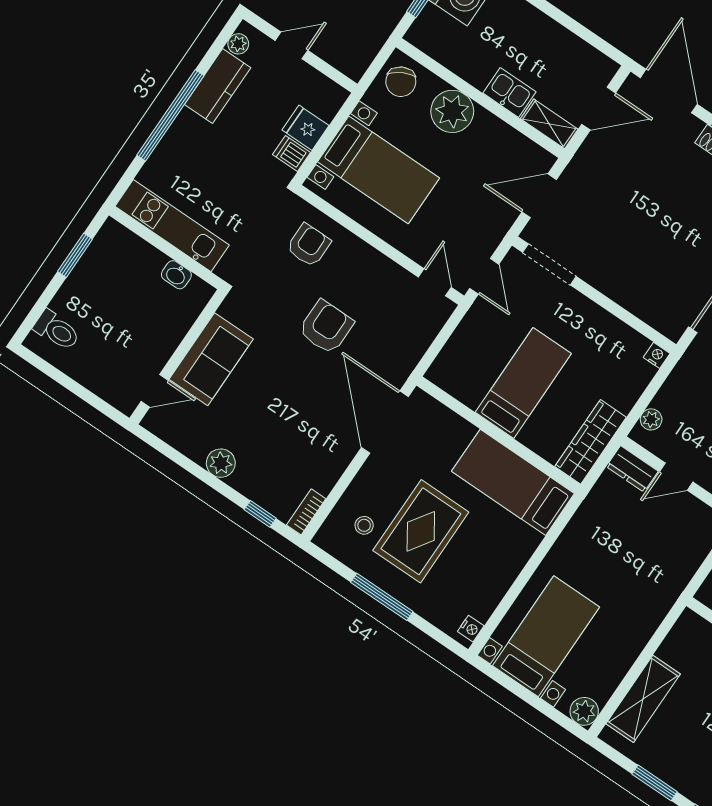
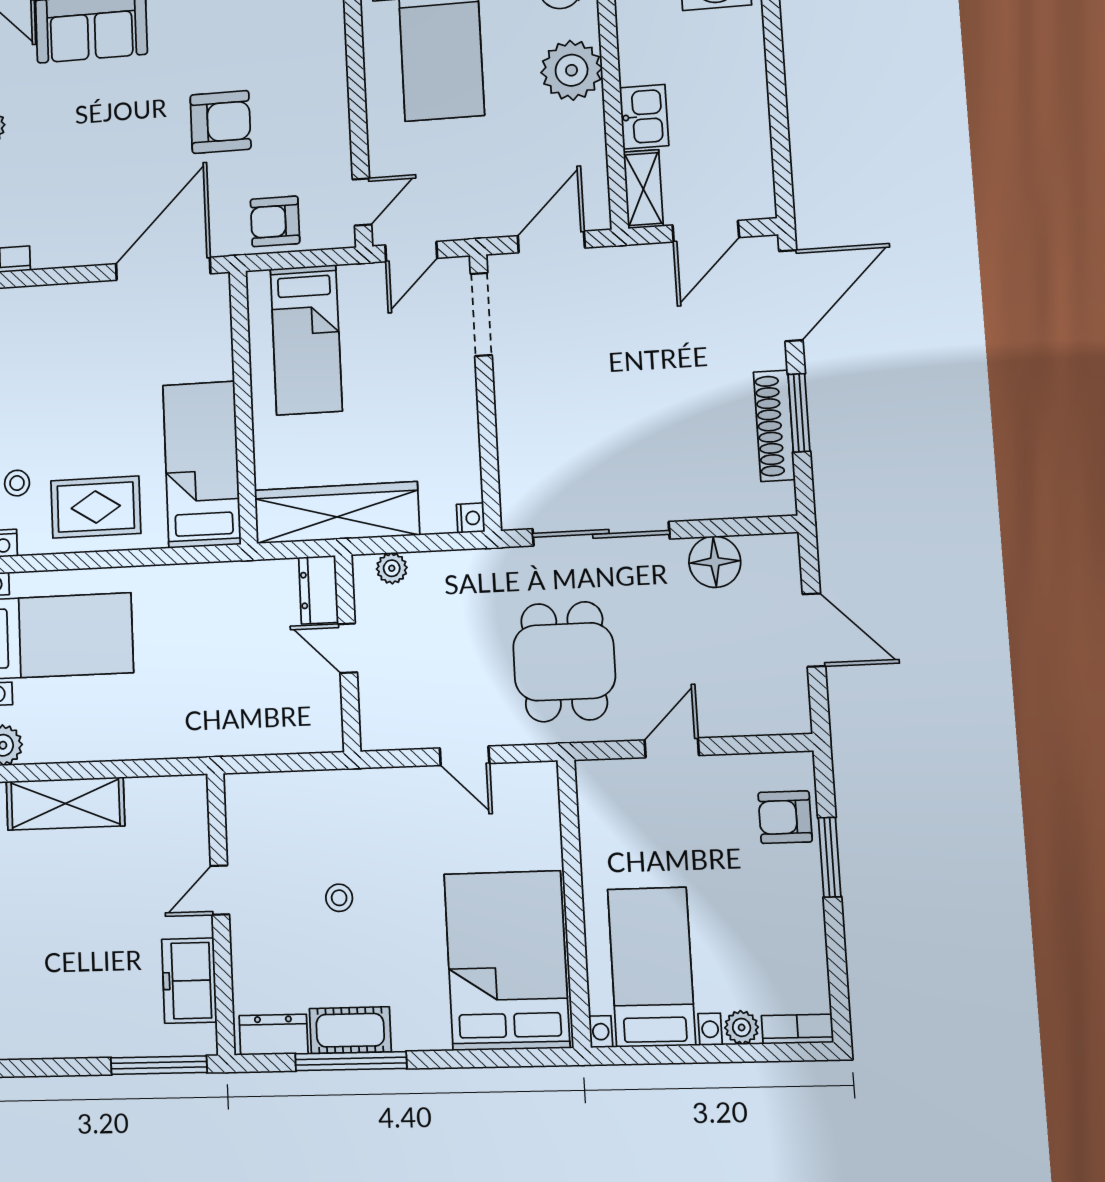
door: (599, 109) -> (706, 231), hinge flipped
door: (539, 196) -> (551, 242), hinge flipped
armchair: (309, 245) -> (275, 221), moved, turned 180
bed: (523, 383) -> (306, 340), moved, turned 90
wardrobe: (591, 442) -> (337, 513), width x1.40, depth x1.17
stool: (364, 525) -> (17, 483), moved
rug: (421, 531) -> (96, 507), moved, width x0.73, depth x0.70

